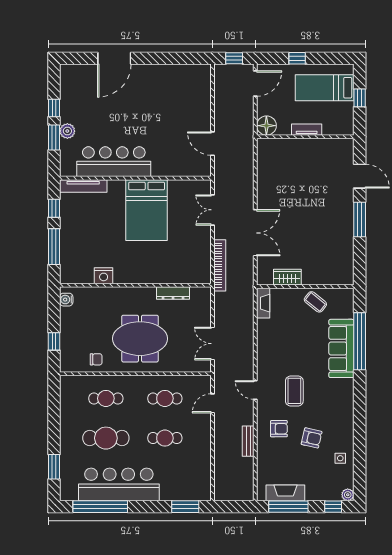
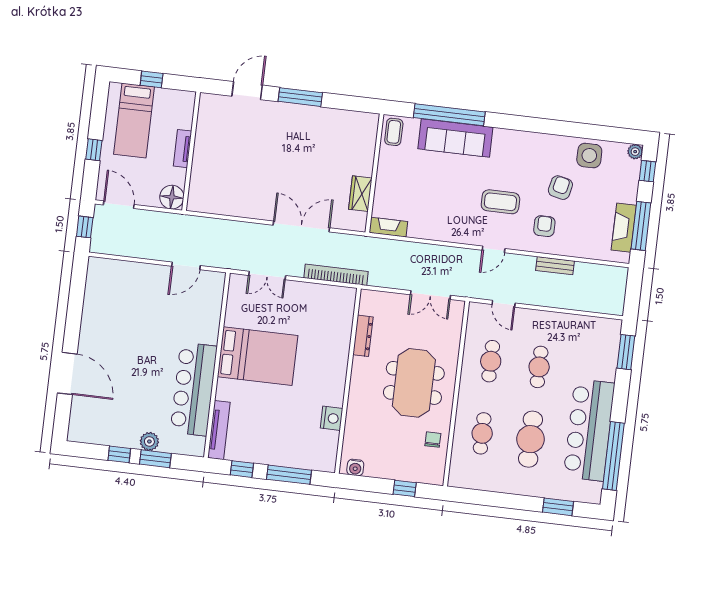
coffee table: (315, 302) -> (394, 132), moved, turned -39
side table: (340, 458) -> (589, 156), width x1.87, depth x1.87

